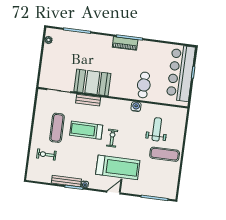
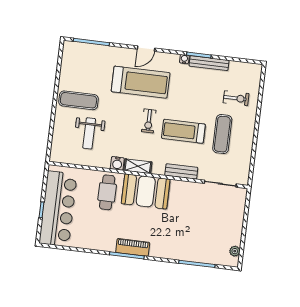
booth: (92, 82) -> (146, 191), moved
shelving: (121, 104) -> (138, 166), added
treadmill: (86, 130) -> (183, 131), turned 180
treadmill: (118, 167) -> (141, 82), turned 180

